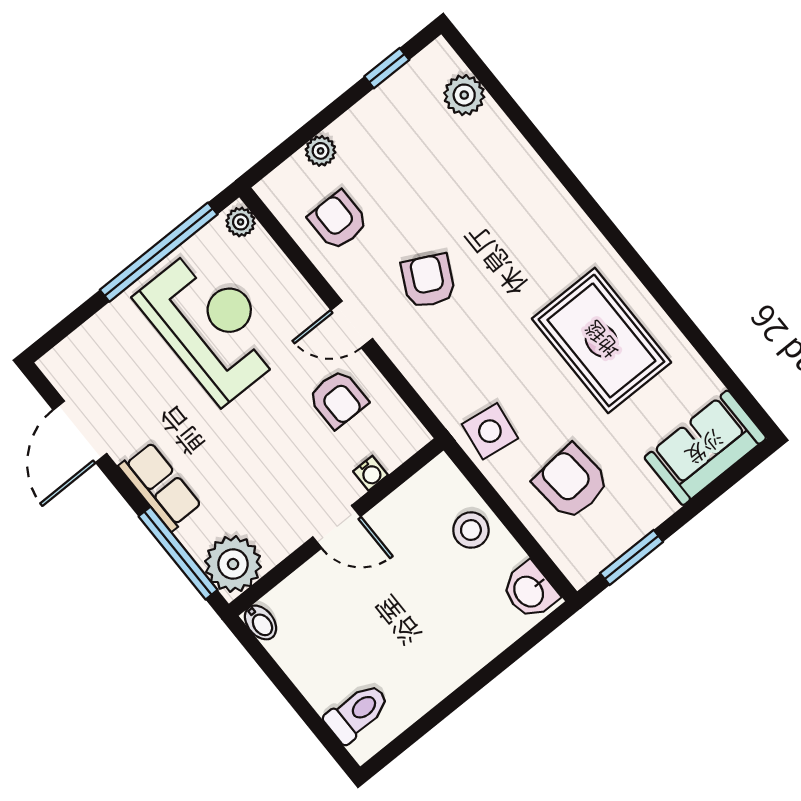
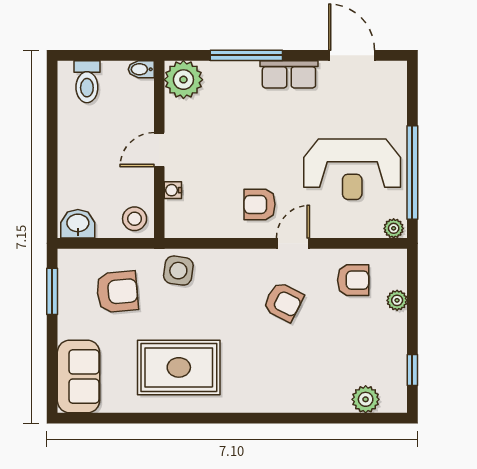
water cooler: (371, 473) -> (173, 190), moved
wall: (336, 527) -> (159, 149), moved
door: (337, 527) -> (159, 150), moved
plant: (233, 564) -> (183, 80), moved
bidet: (261, 622) -> (141, 69), moved

